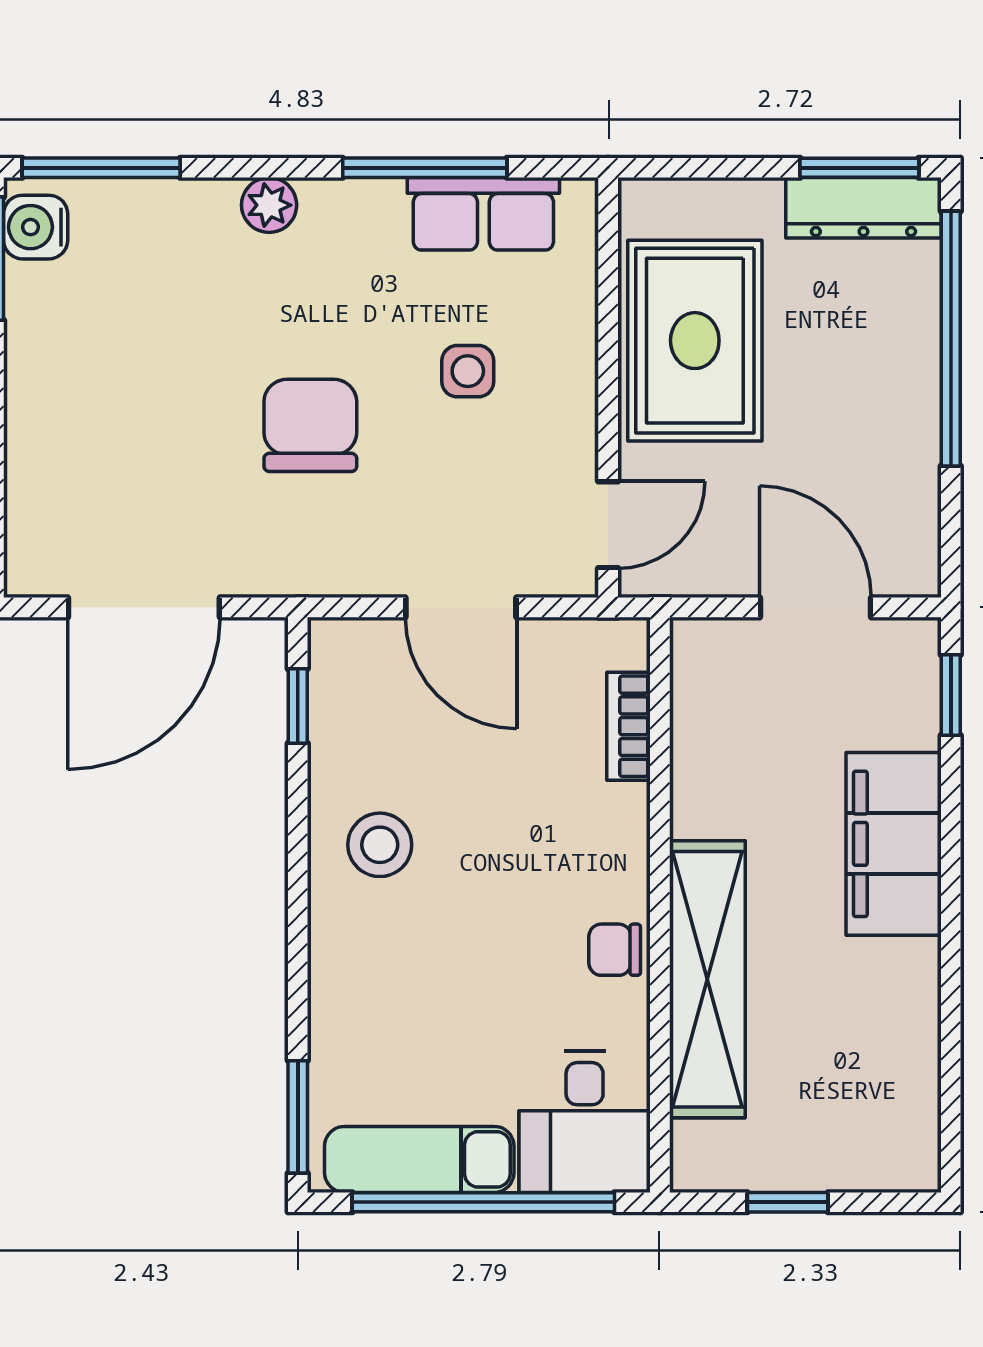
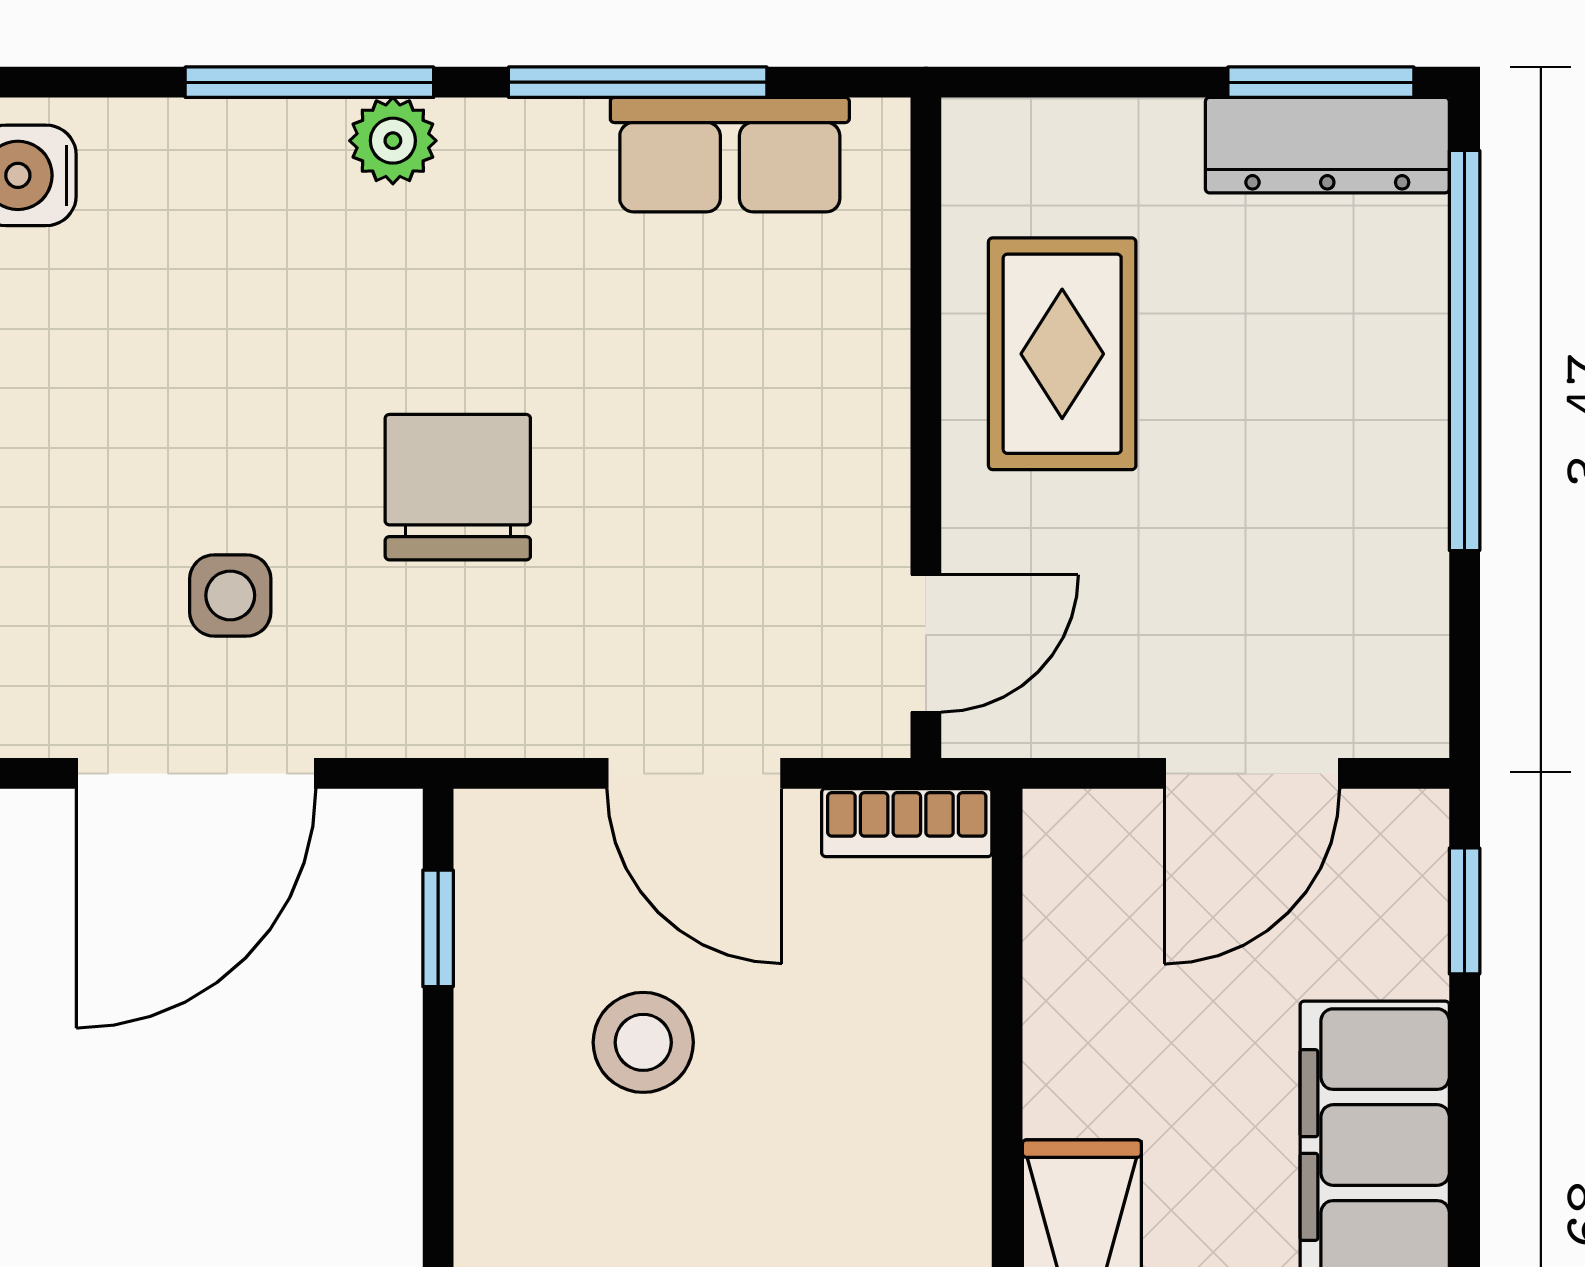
window: (101, 168) -> (309, 82), moved
rug: (695, 341) -> (1062, 354), width x0.73, depth x0.70
side table: (468, 371) -> (230, 595), moved
door: (815, 607) -> (1252, 773), swing flipped
bookcase: (628, 726) -> (907, 823), moved, turned -90
stool: (380, 845) -> (643, 1042), moved

